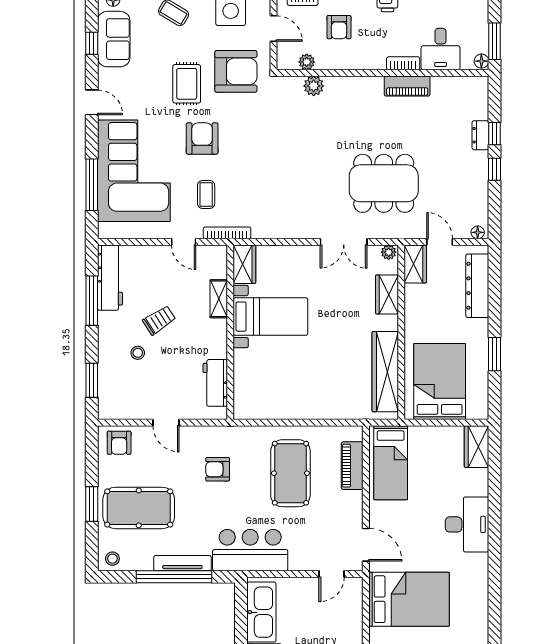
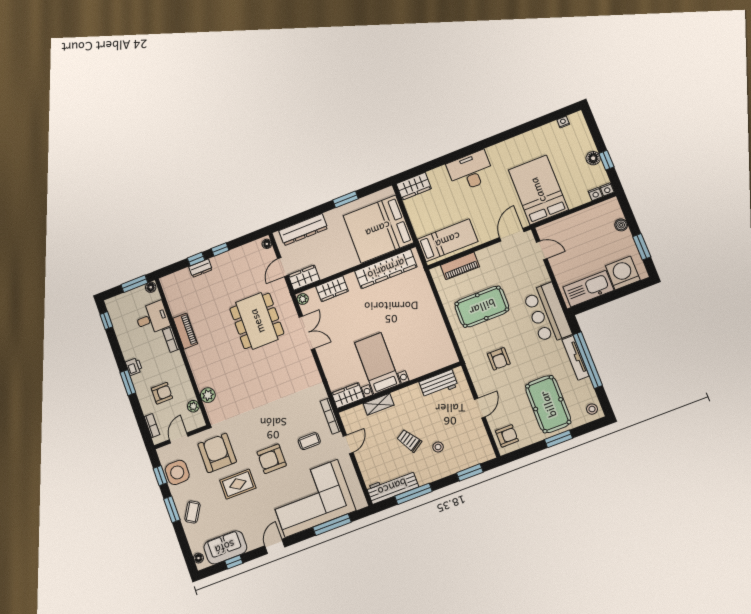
bed: (440, 382) -> (378, 229), width x1.36

